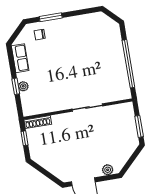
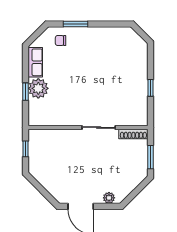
window: (128, 64) -> (151, 88), width x0.32
plant: (23, 86) -> (38, 88), width x1.87, depth x1.87
shoe rack: (38, 122) -> (133, 134), moved

